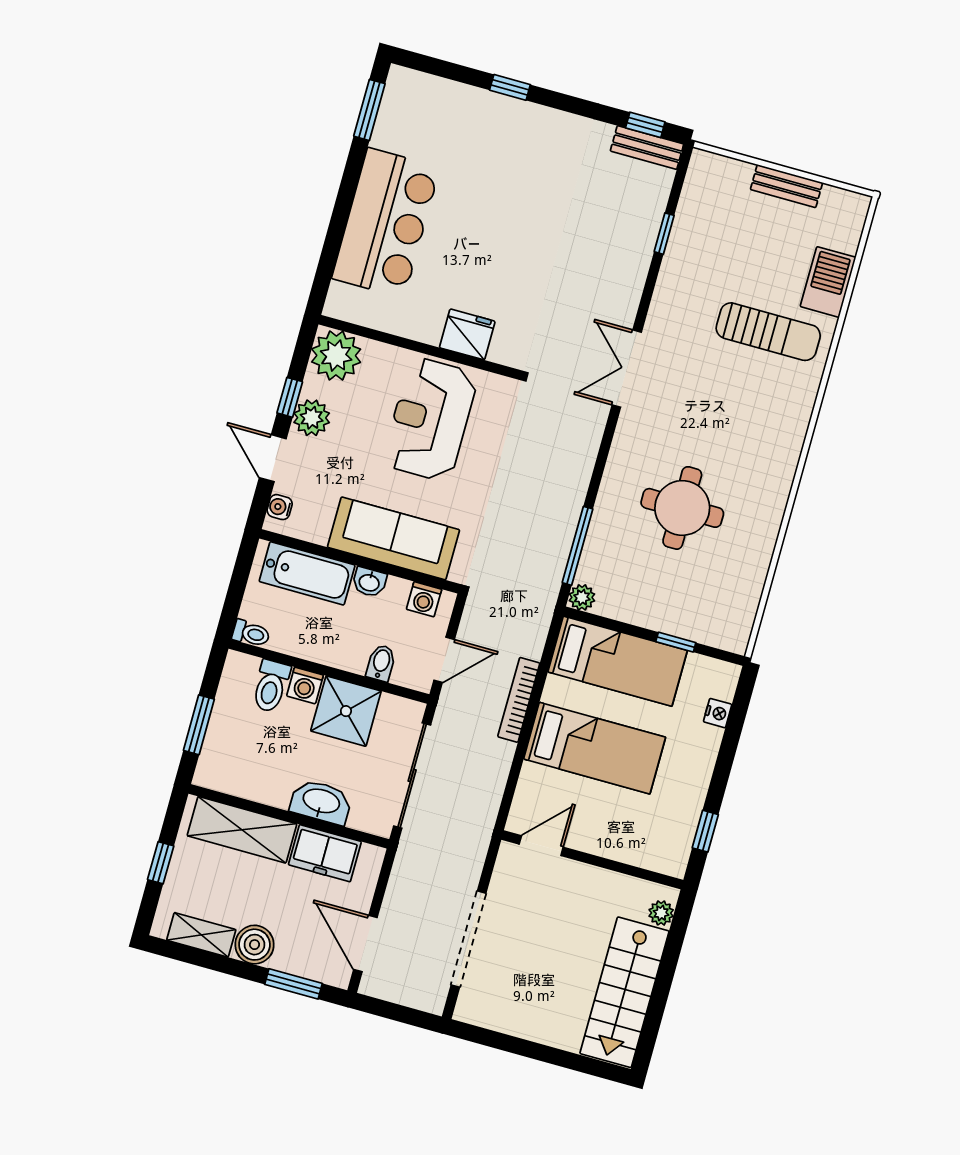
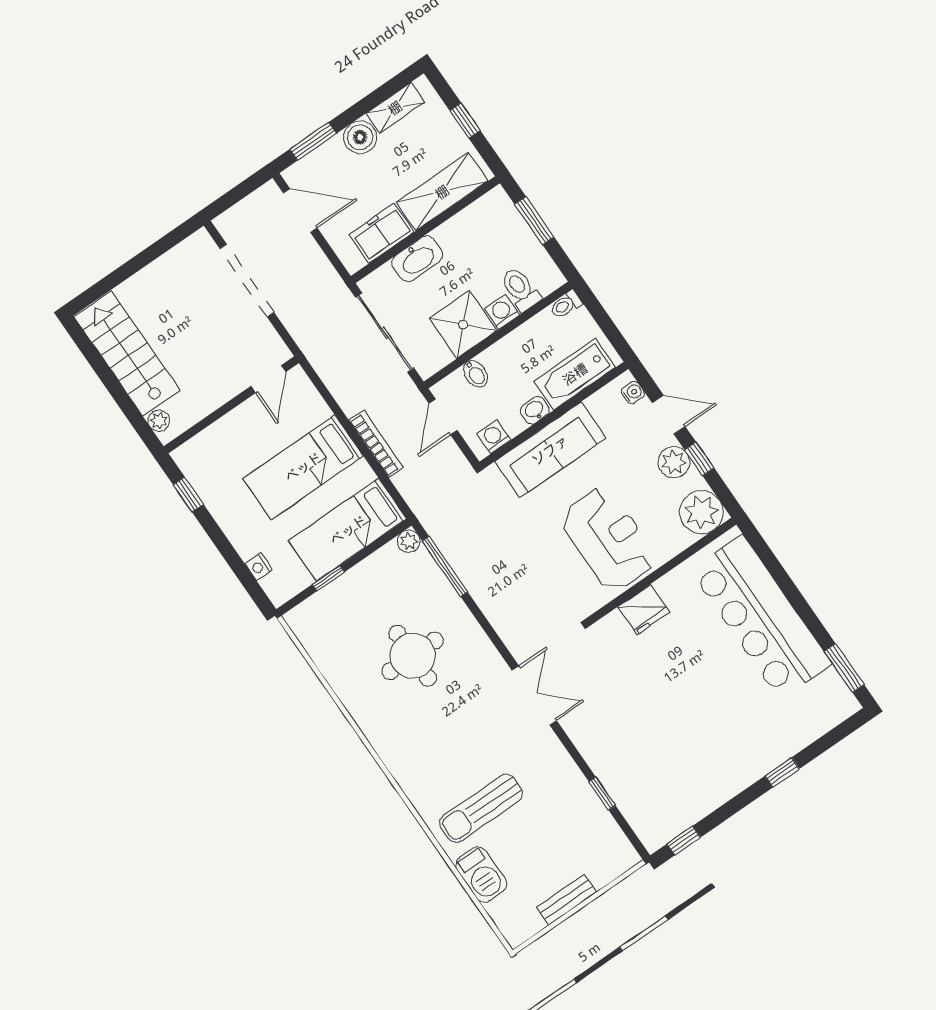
bench: (647, 148) -> (668, 829), removed
bar counter: (386, 223) -> (761, 617), width x1.36

